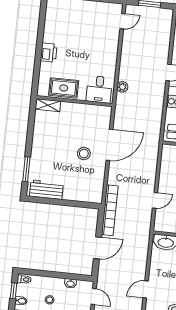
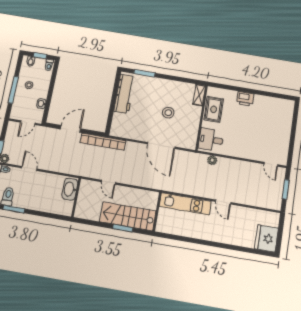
stool: (84, 153) -> (168, 113), moved
workbench: (46, 190) -> (124, 94), width x1.38
door: (97, 248) -> (70, 129), swing flipped

